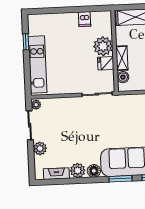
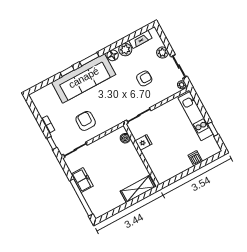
dishwasher: (85, 19) -> (195, 158), moved
plant: (103, 46) -> (152, 155), removed
shelving: (122, 58) -> (133, 152), removed
armchair: (72, 130) -> (144, 78), added

